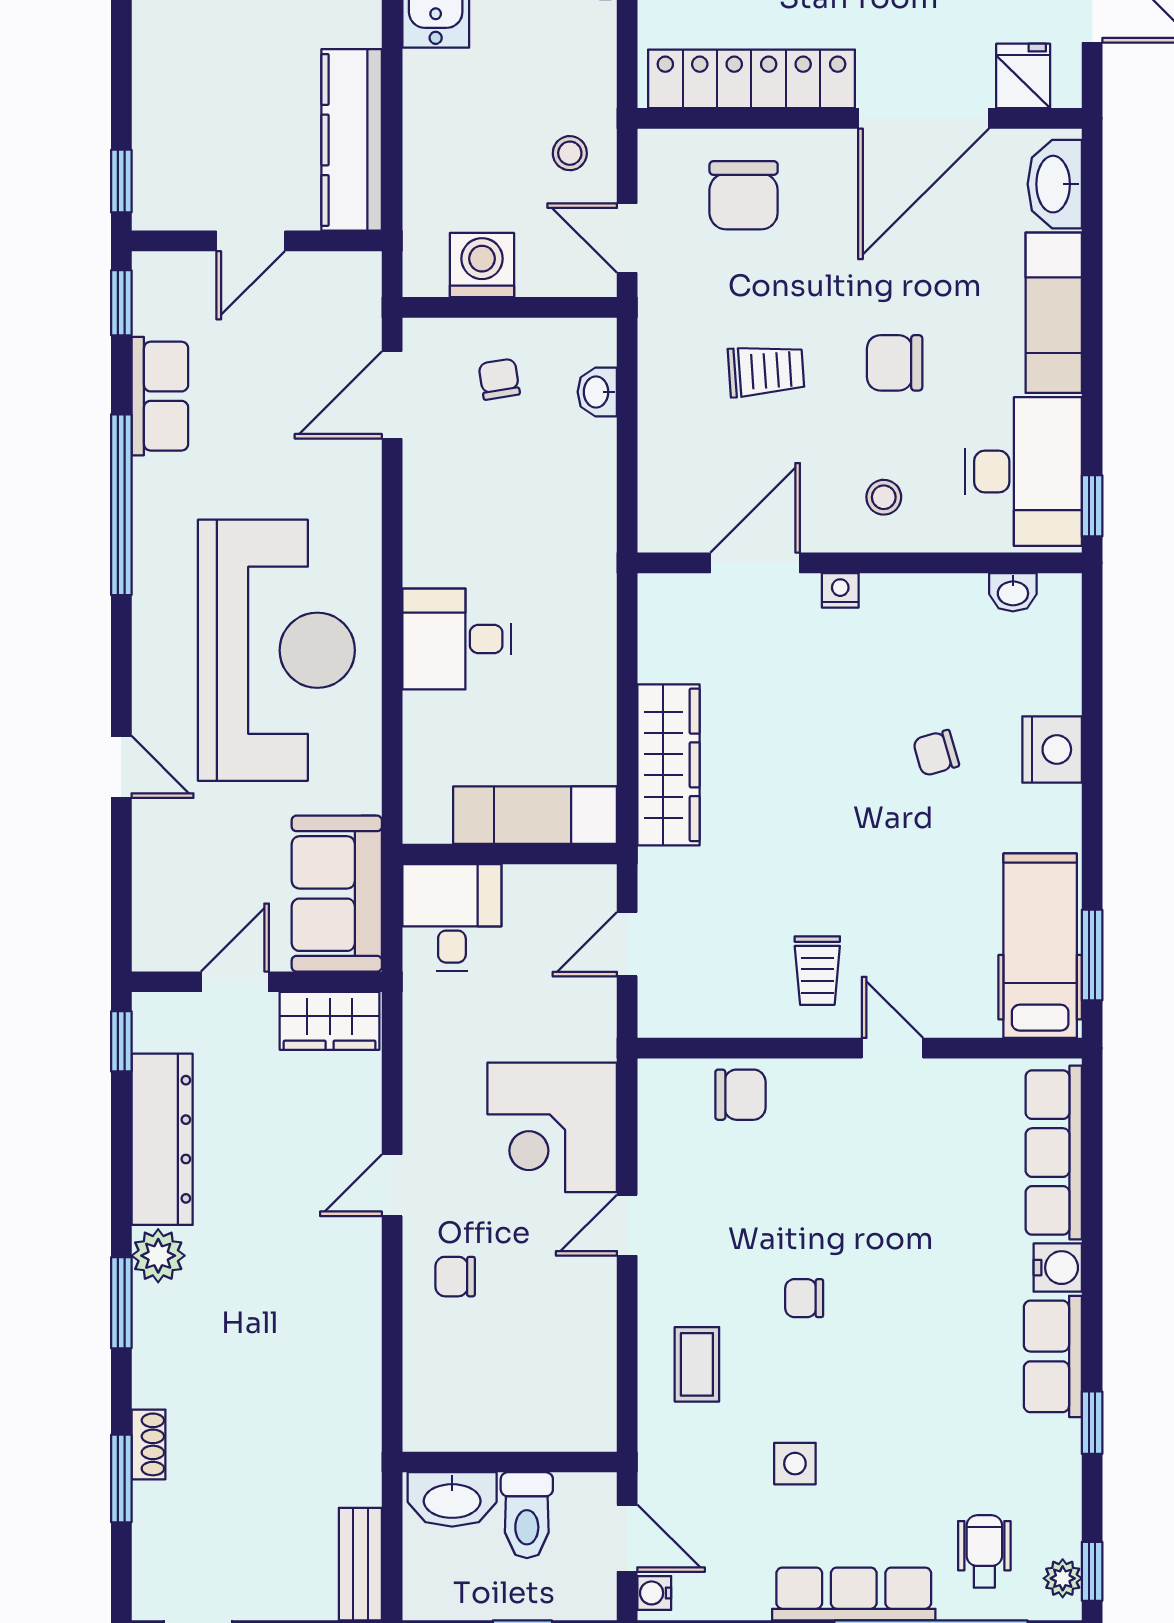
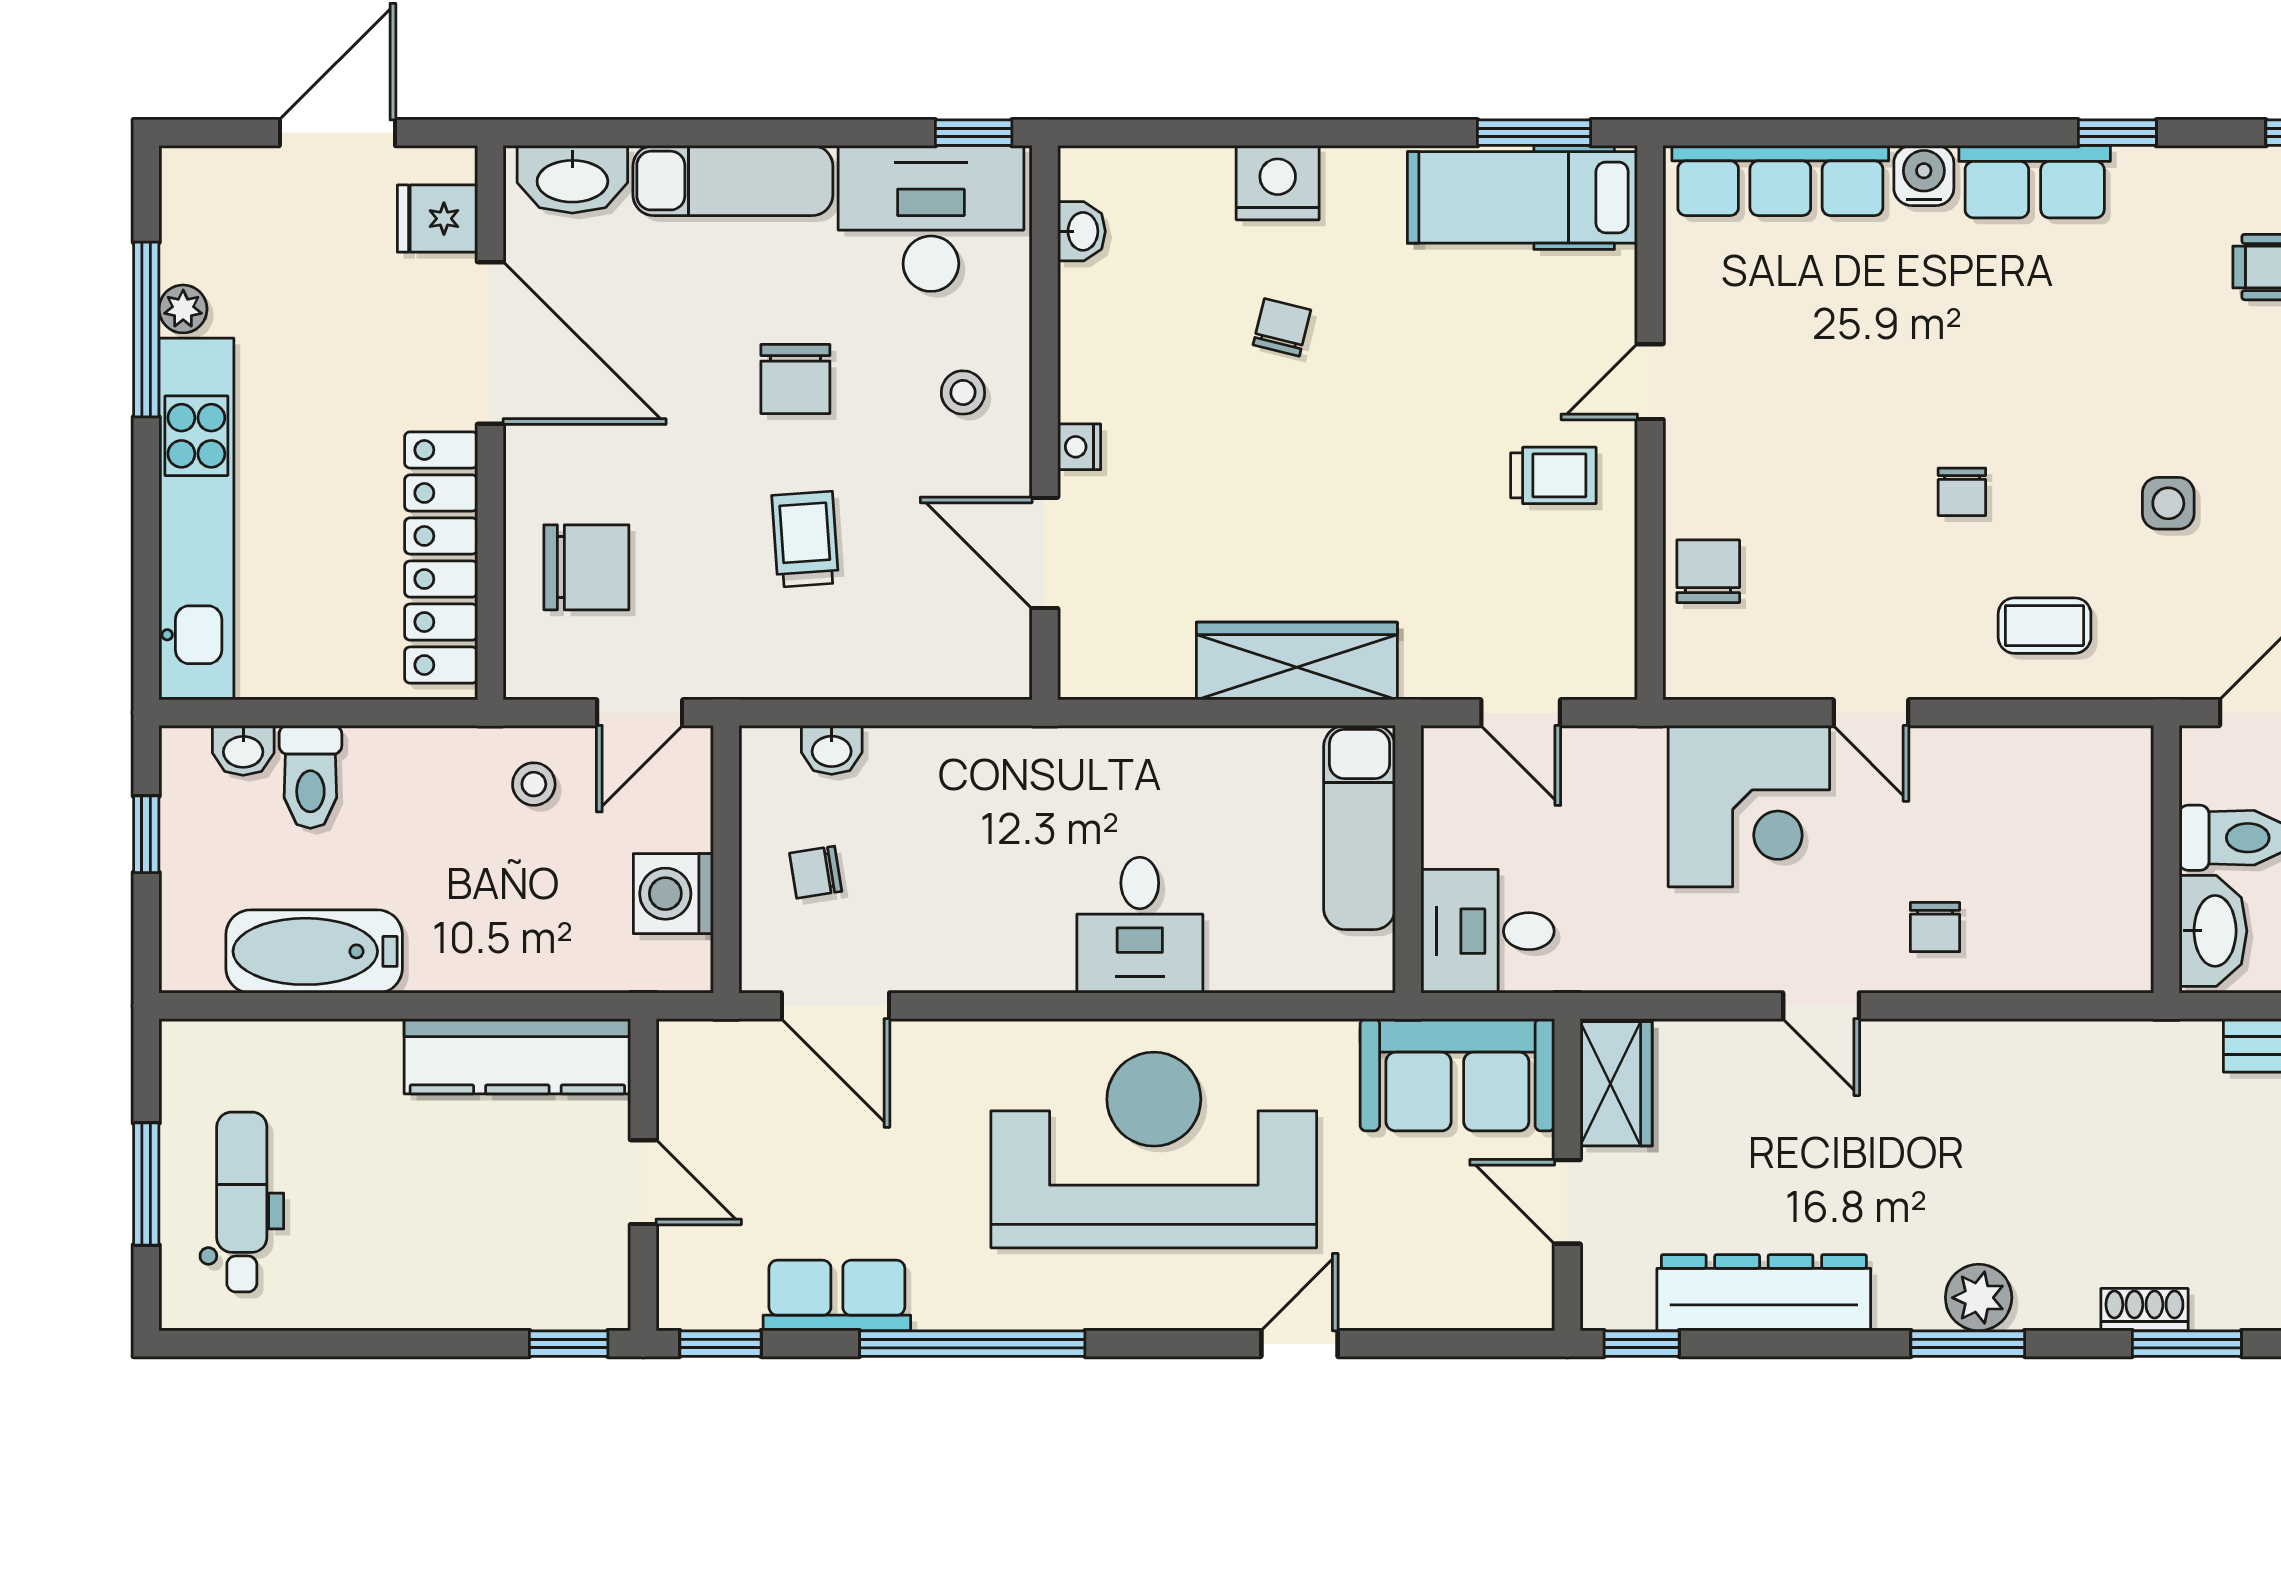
chair: (936, 753) -> (1282, 327), turned -150
plant: (158, 1256) -> (1979, 1298), moved

